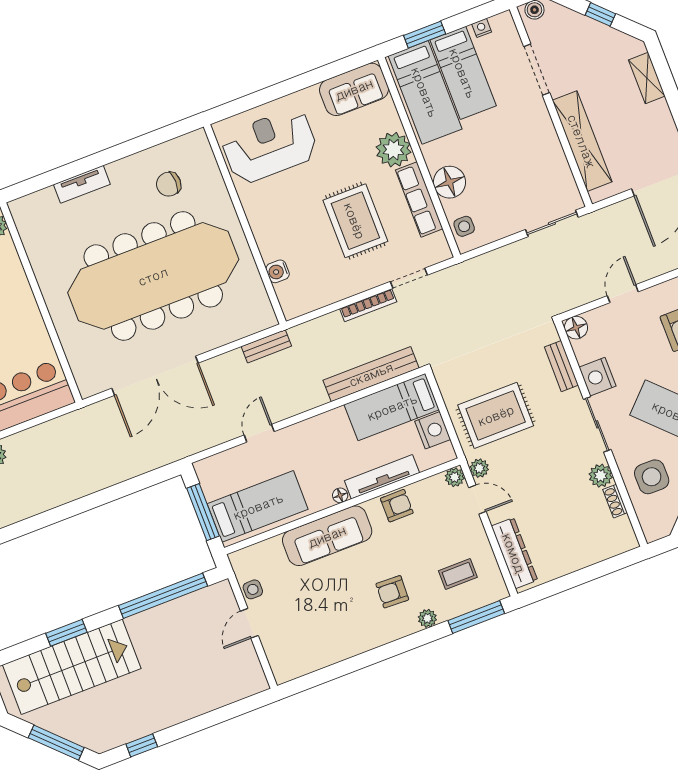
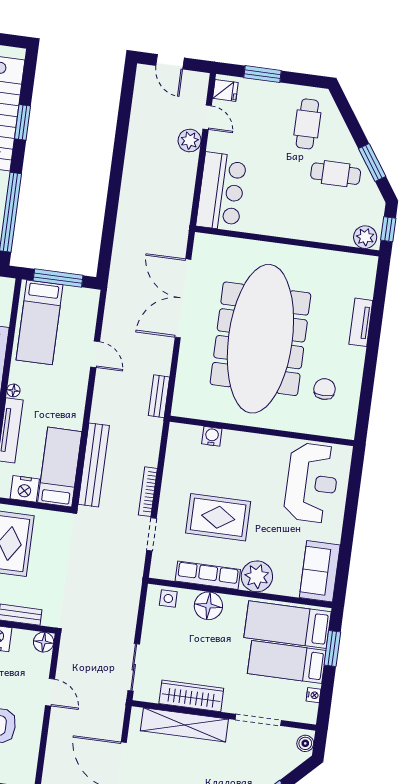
wardrobe: (549, 150) -> (191, 696), added

